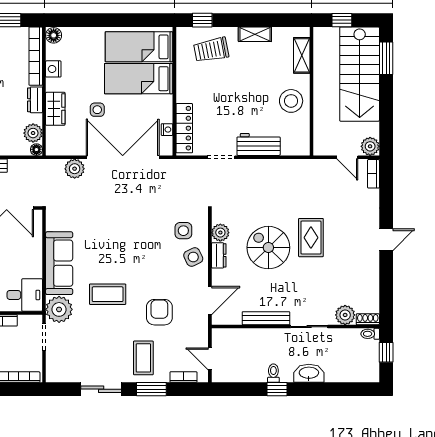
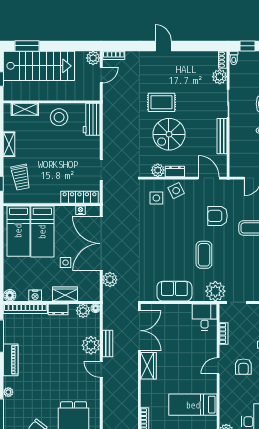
workbench: (259, 144) -> (92, 119), moved
sofa: (59, 263) -> (174, 291), width x0.73

